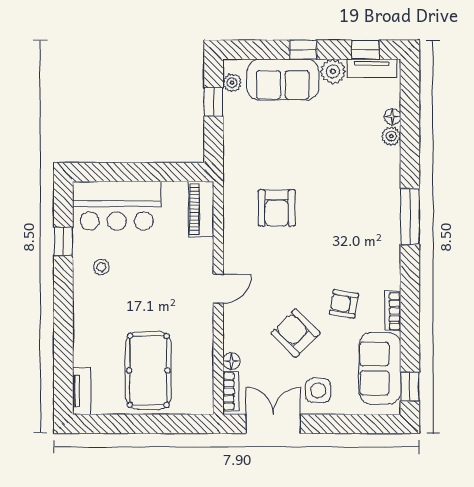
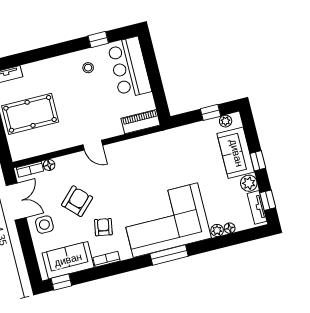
armchair: (277, 208) -> (153, 169), removed
corner sofa: (357, 209) -> (165, 220), added

